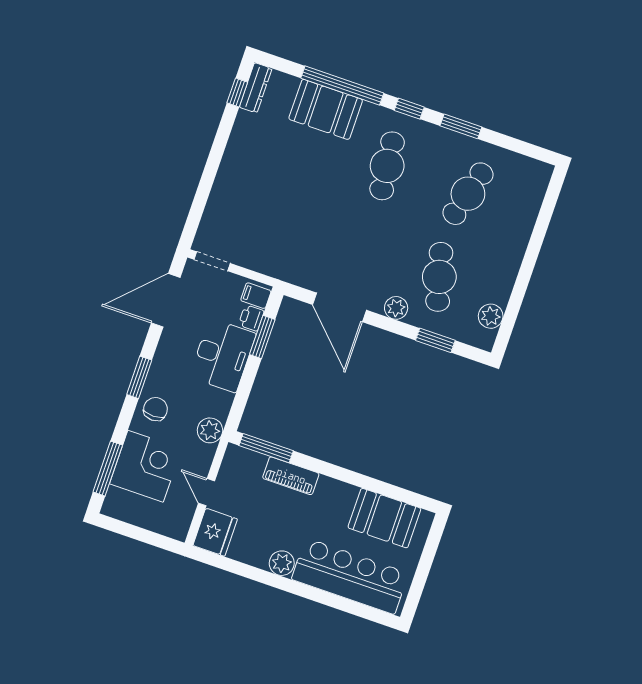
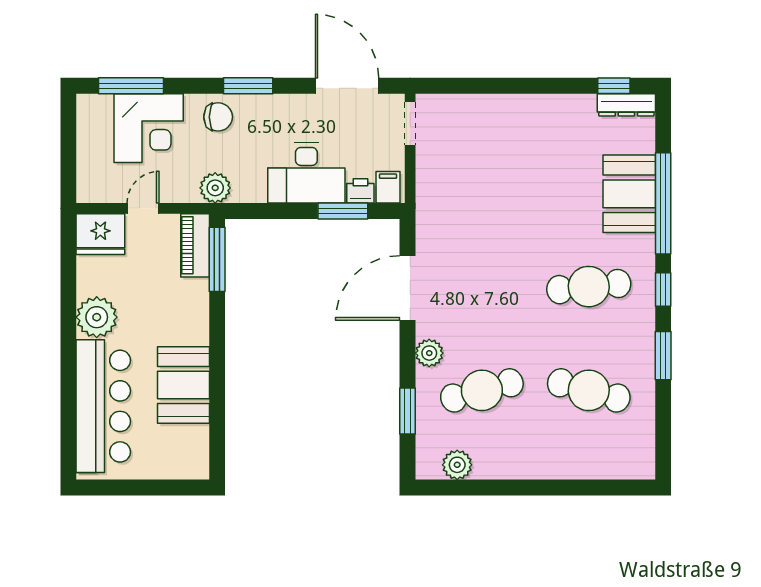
piano: (291, 476) -> (195, 245), moved
booth: (384, 518) -> (183, 385), moved
plant: (282, 563) -> (97, 317), width x1.36, depth x1.36

